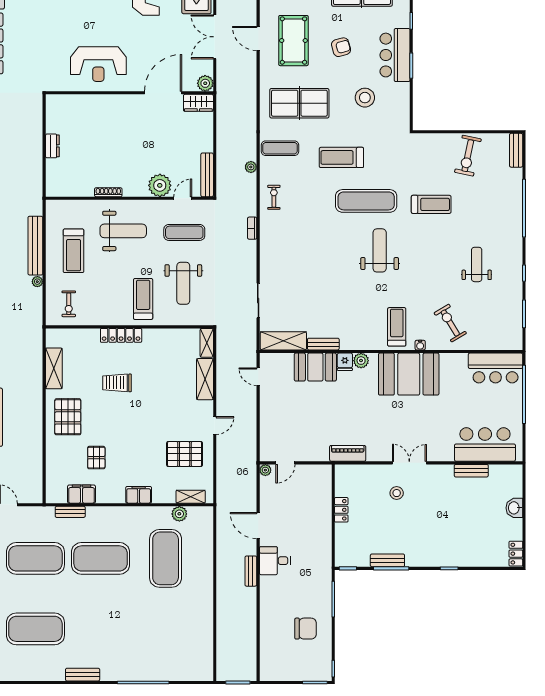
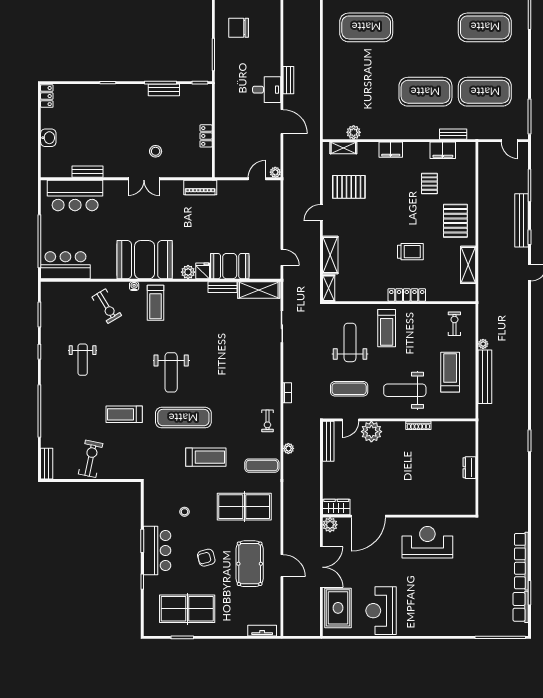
stool: (365, 98) -> (185, 512), width x0.53, depth x0.53
exercise mat: (166, 558) -> (366, 27), moved, turned 90

